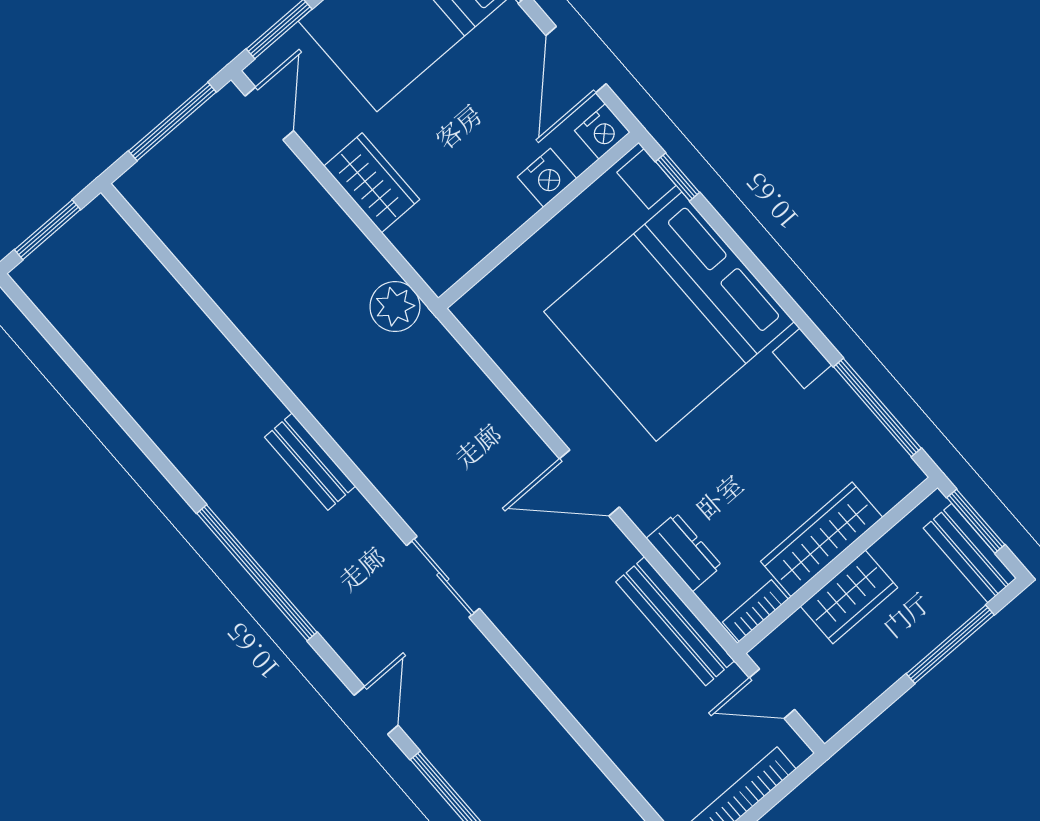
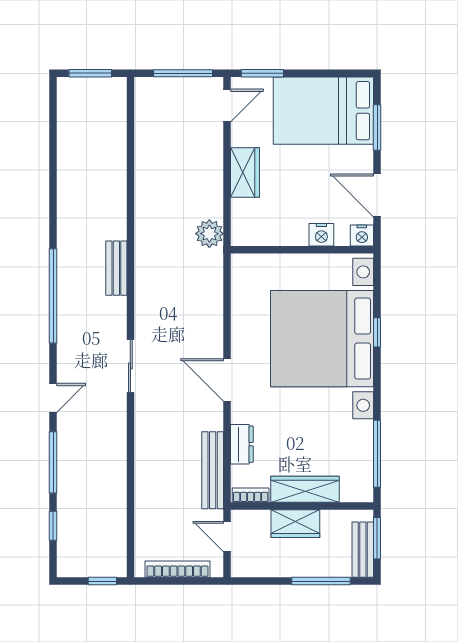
door: (576, 60) -> (377, 195), hinge flipped
window: (678, 177) -> (377, 332), moved

